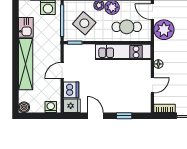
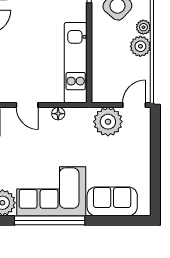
cafe table: (127, 27) -> (112, 68), removed

